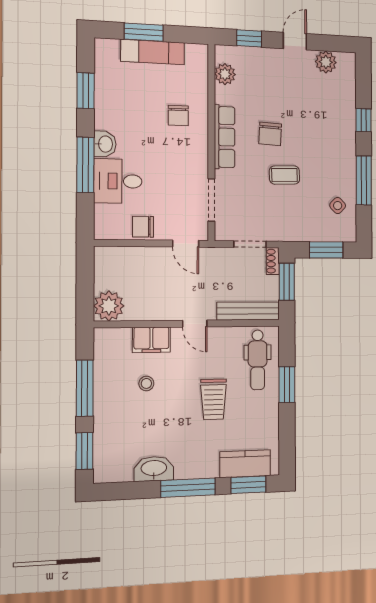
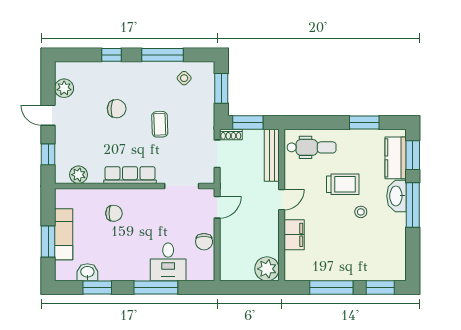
chair: (270, 134) -> (117, 109), moved
washbasin: (105, 144) -> (87, 272), moved
stool: (146, 383) -> (361, 212), moved
window: (287, 385) -> (364, 122), moved
washbasin: (154, 469) -> (396, 196), moved

